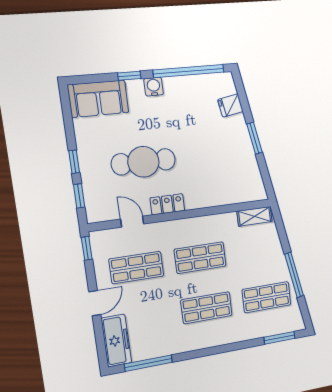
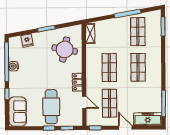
water cooler: (154, 87) -> (13, 66), moved
cafe table: (143, 162) -> (51, 107), moved
round table: (222, 175) -> (65, 50), added
door: (132, 222) -> (84, 102), swing flipped

